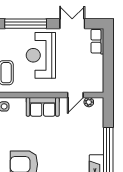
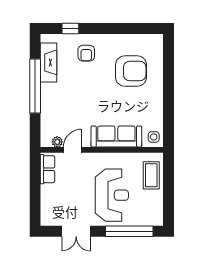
row of seats: (97, 41) -> (47, 169), moved
sofa: (43, 107) -> (116, 136), width x1.36

